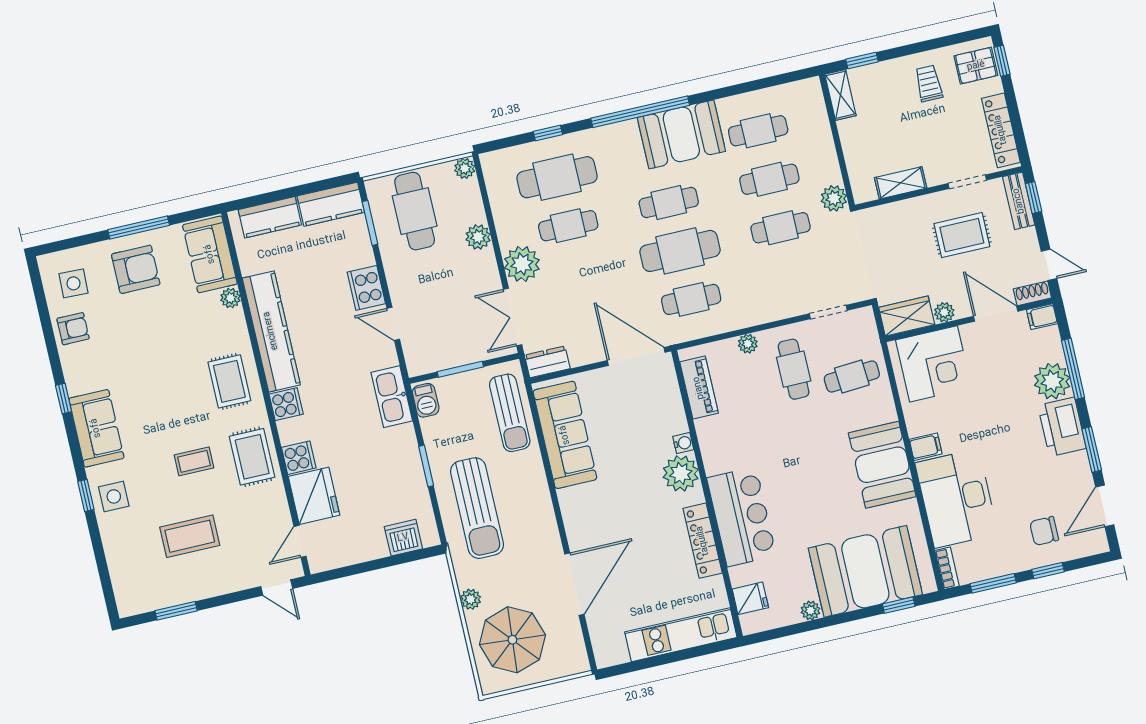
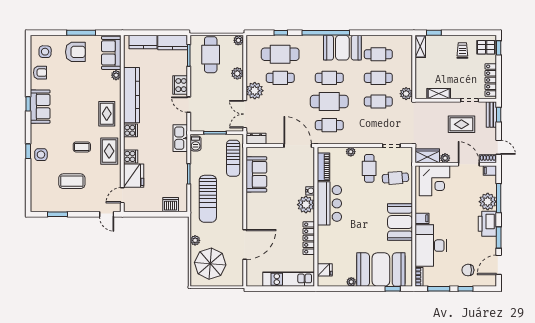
sofa: (96, 428) -> (40, 107), moved
sofa: (565, 435) -> (256, 174), width x0.73
bar counter: (742, 517) -> (329, 203), moved

